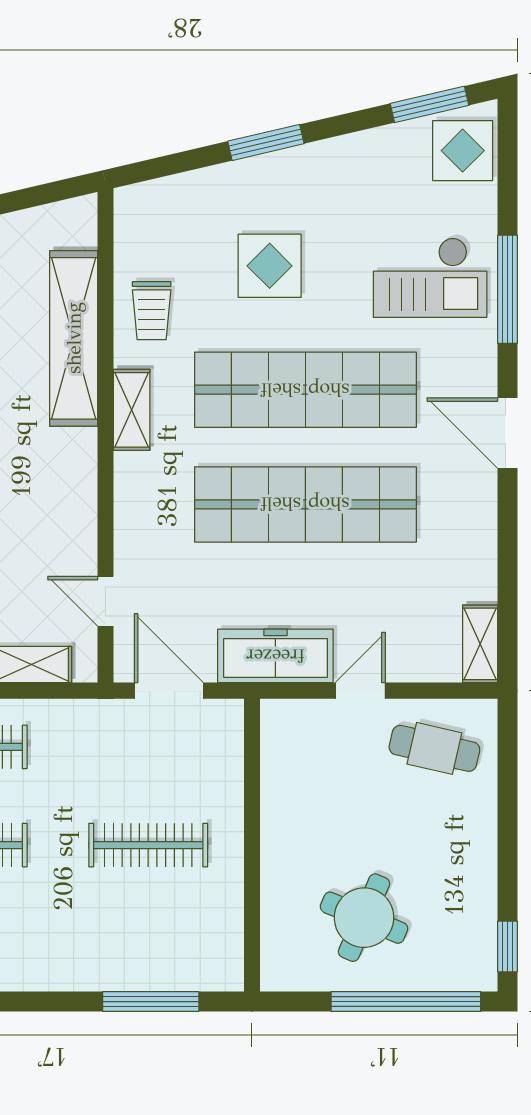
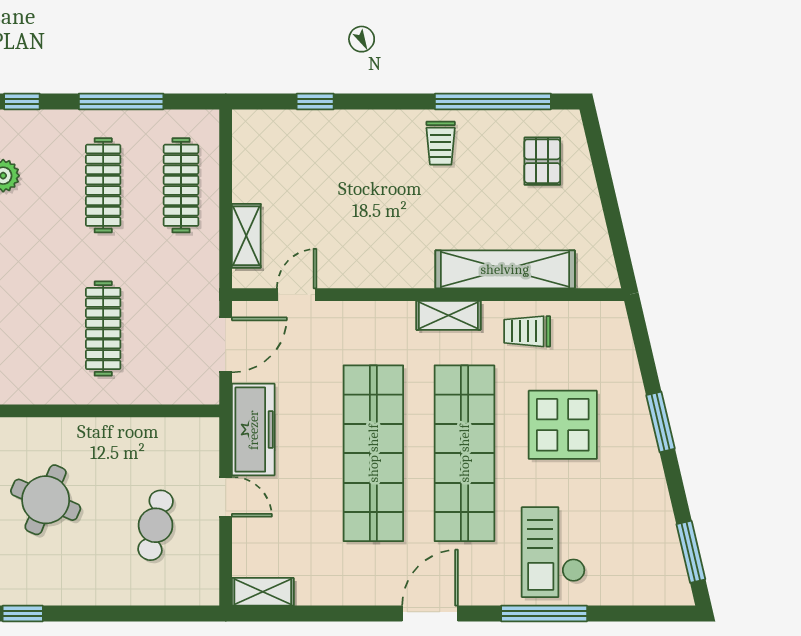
display table: (463, 151) -> (654, 578), removed
display table: (270, 266) -> (563, 425), width x1.36, depth x1.36
cafe table: (434, 748) -> (156, 525), moved

